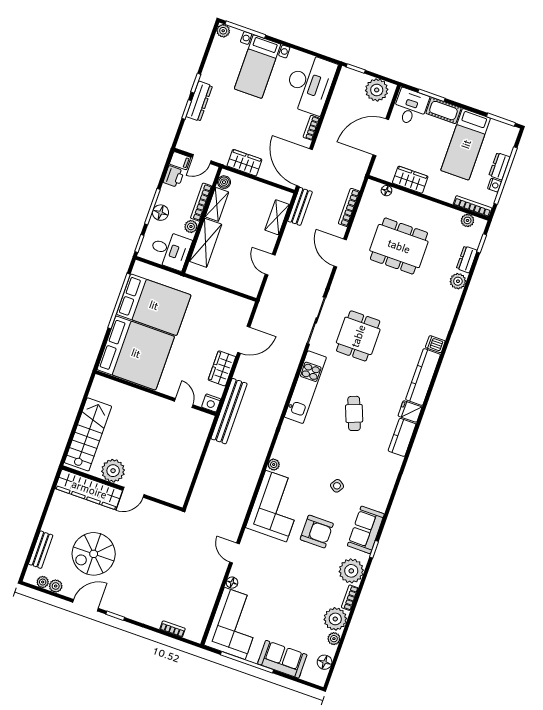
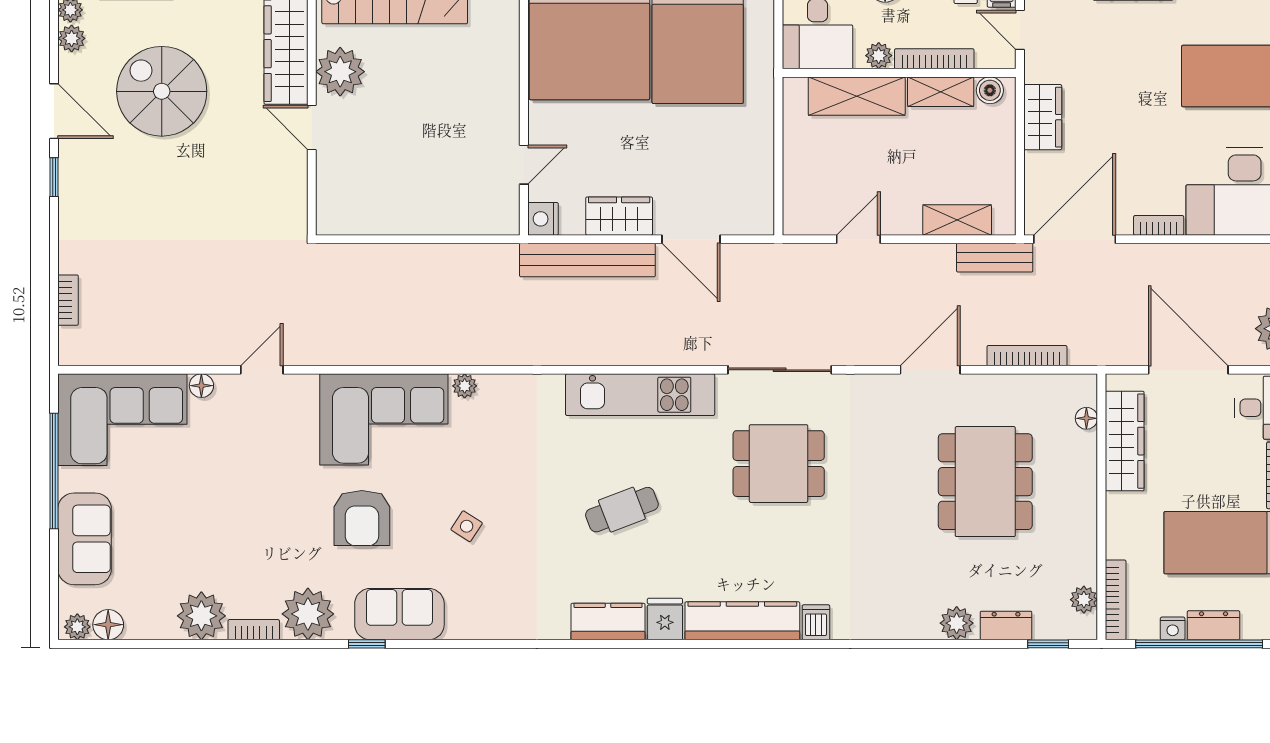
wardrobe: (410, 180) -> (1125, 441), width x1.50
bench: (229, 411) -> (587, 260), moved
plant: (334, 639) -> (77, 627), moved

